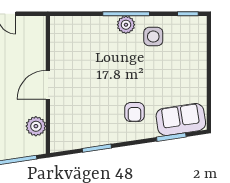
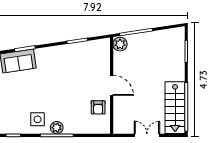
door: (48, 85) -> (112, 85), hinge flipped
armchair: (134, 112) -> (98, 107), moved, turned 180
plant: (36, 126) -> (120, 44), moved

